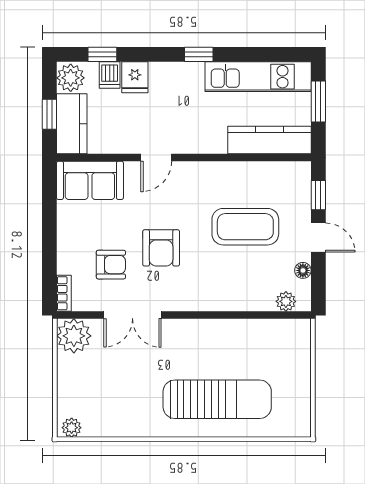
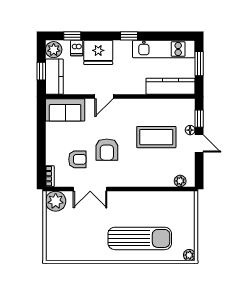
fridge: (135, 77) -> (98, 52), width x1.88, depth x1.34
floor lamp: (303, 270) -> (190, 130), moved
plant: (72, 428) -> (189, 255), moved

